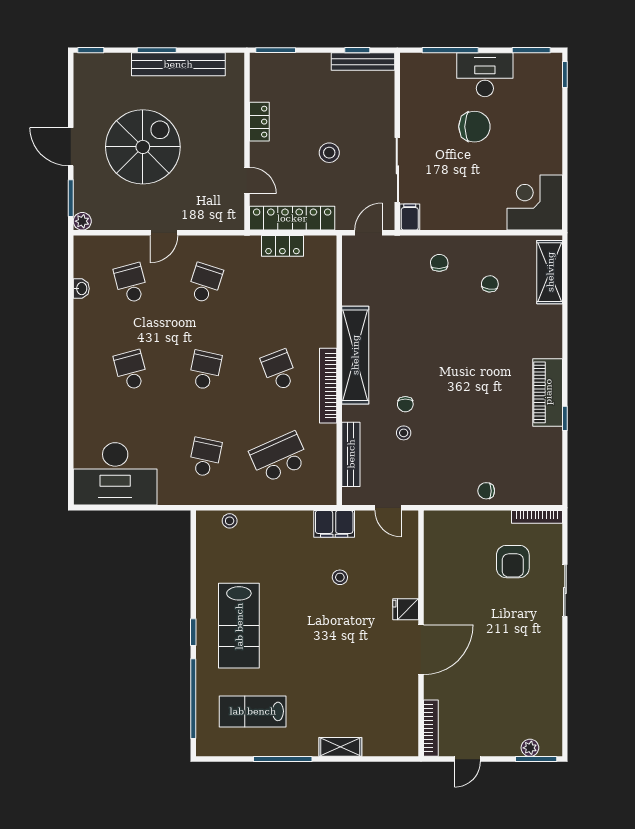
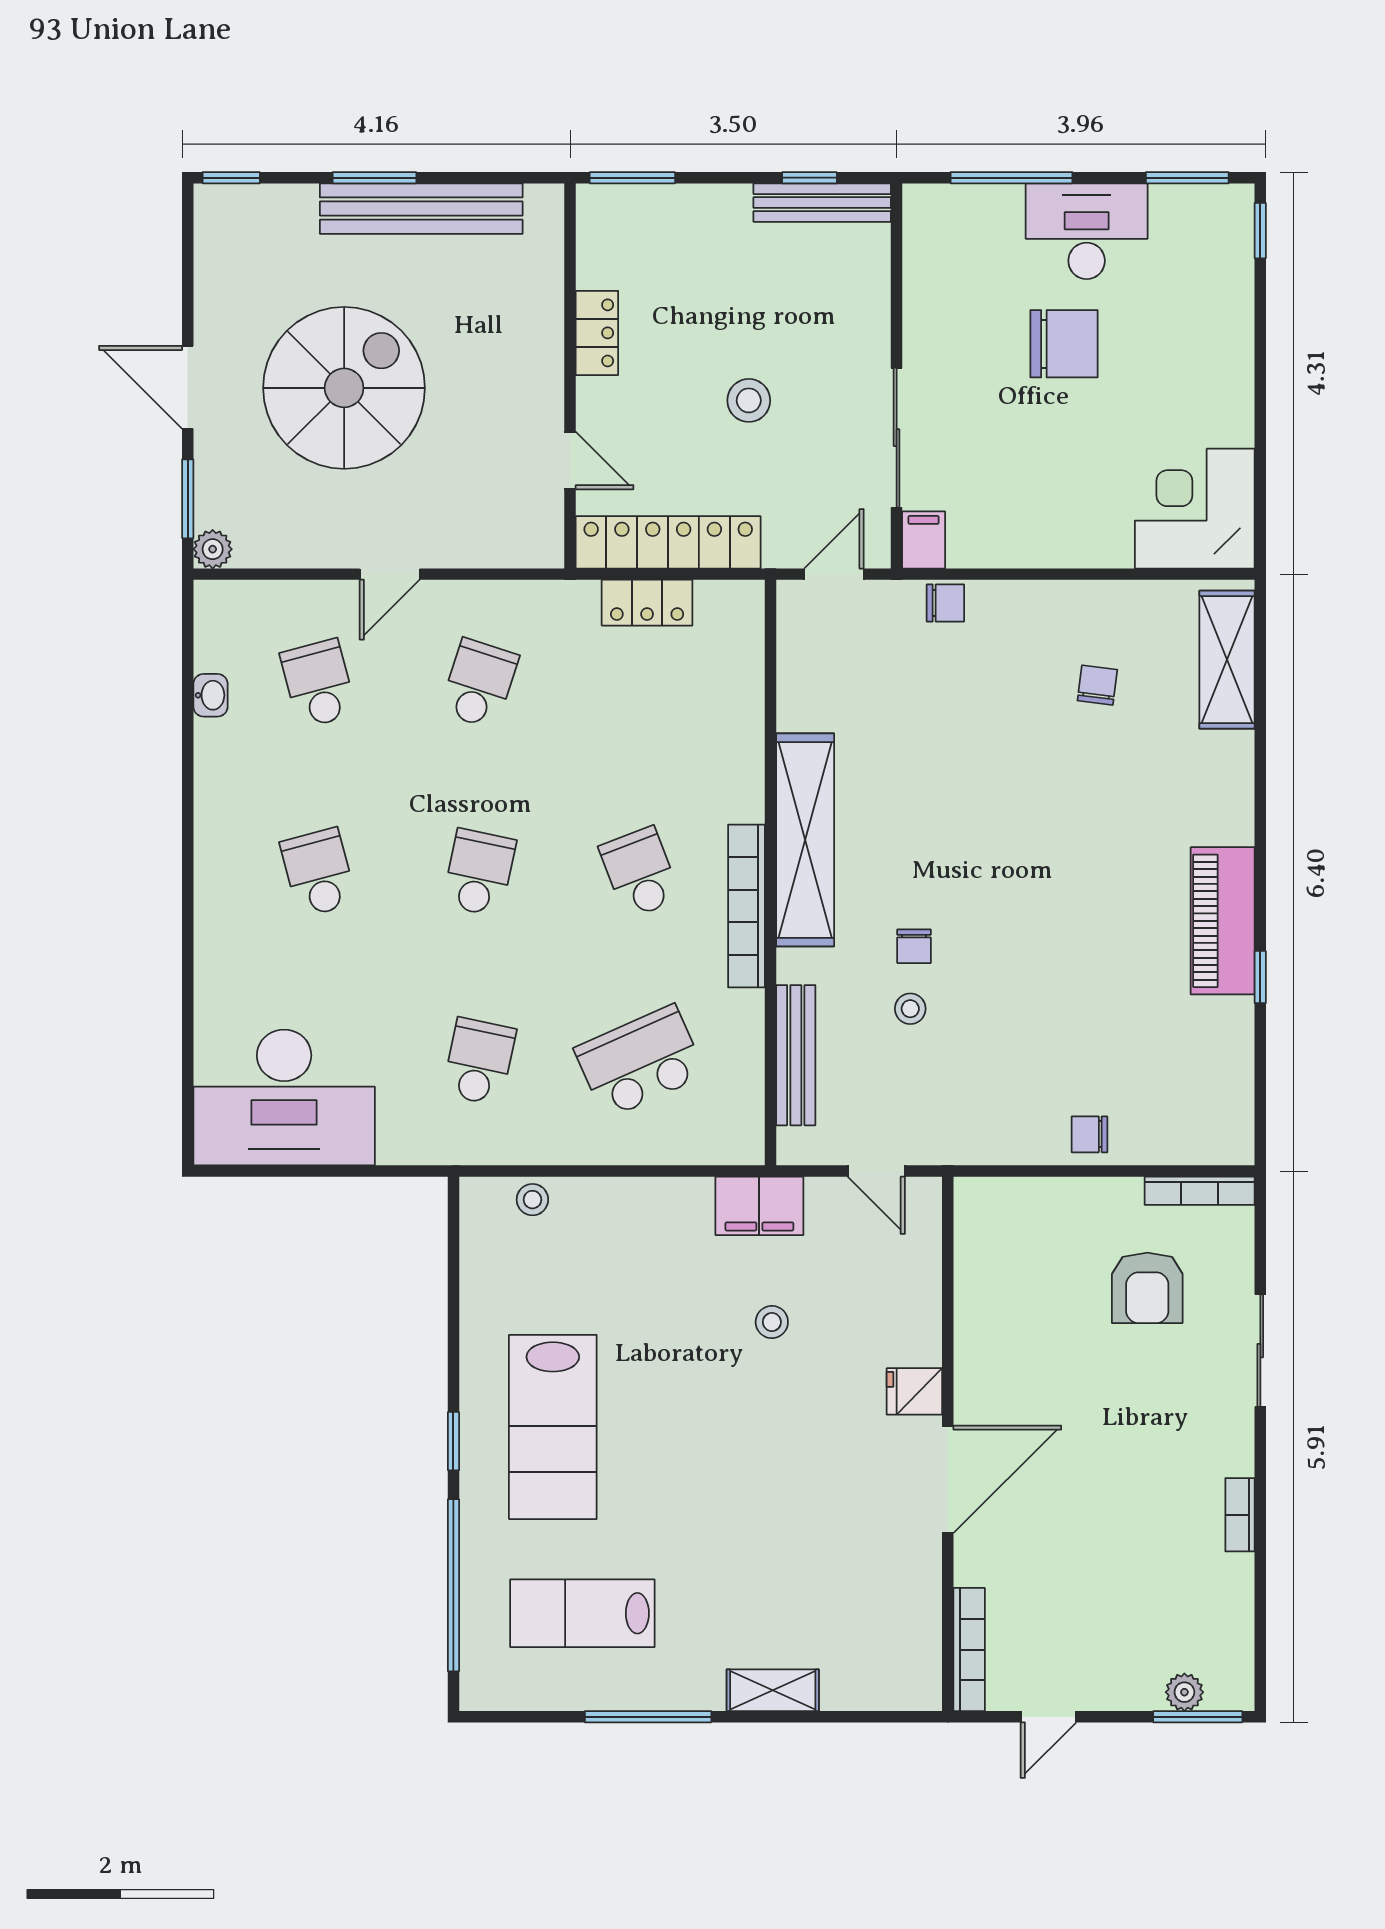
chair: (439, 263) -> (945, 603), moved, turned 92
bookcase: (556, 666) -> (1240, 1515), added

